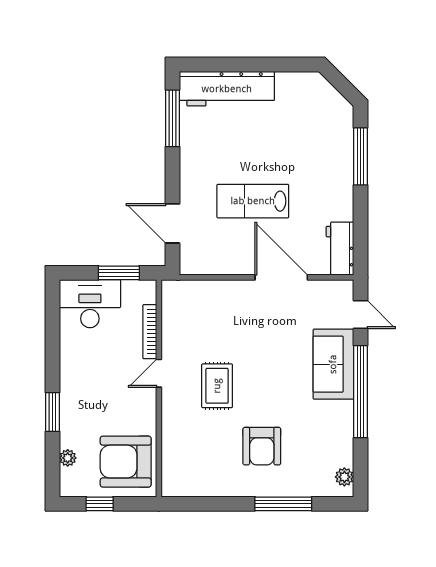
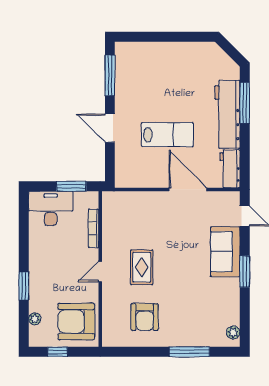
workbench: (227, 89) -> (227, 114), moved, turned 90
lab bench: (253, 201) -> (167, 135), turned 180
door: (173, 223) -> (110, 128), moved
door: (159, 373) -> (100, 272), moved
window: (360, 392) -> (245, 271), width x0.47
armchair: (262, 446) -> (145, 317), moved

